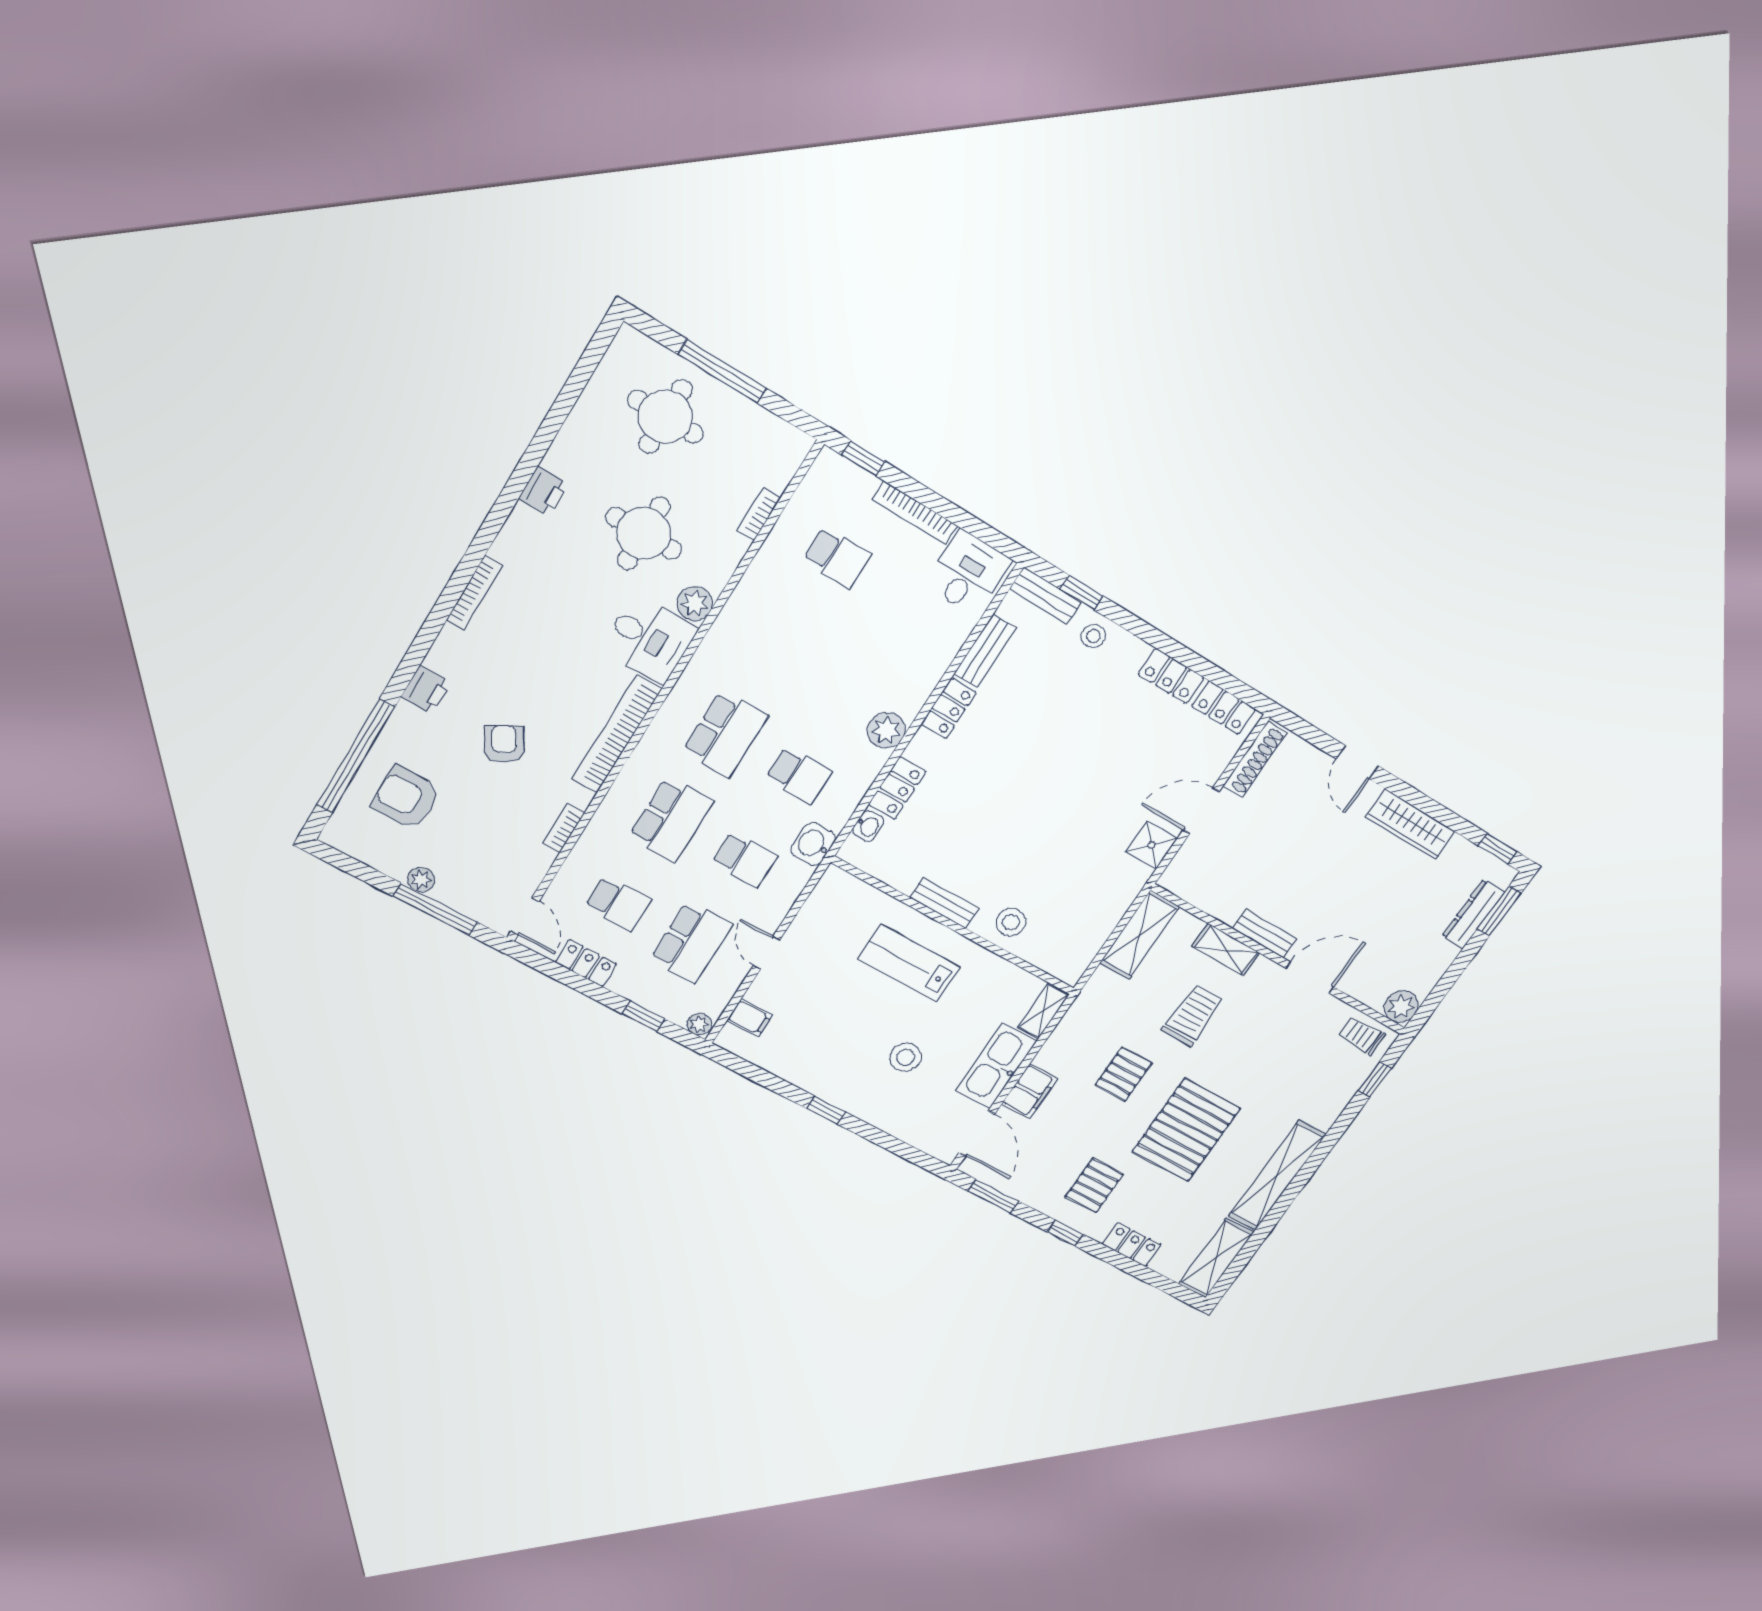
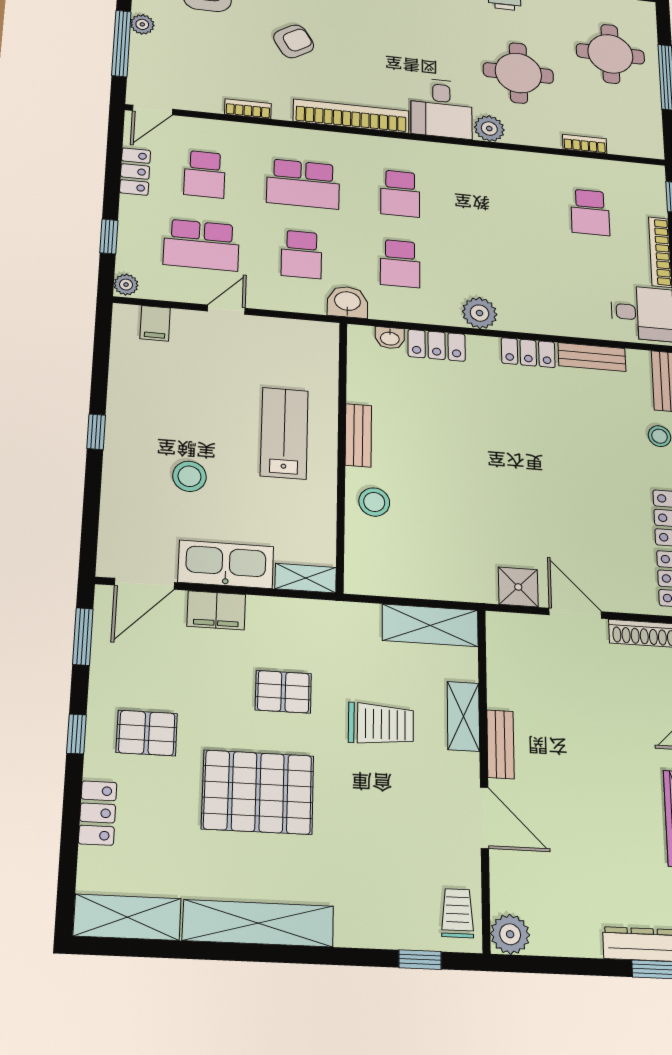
school desk: (725, 734) -> (400, 194), width x0.54

